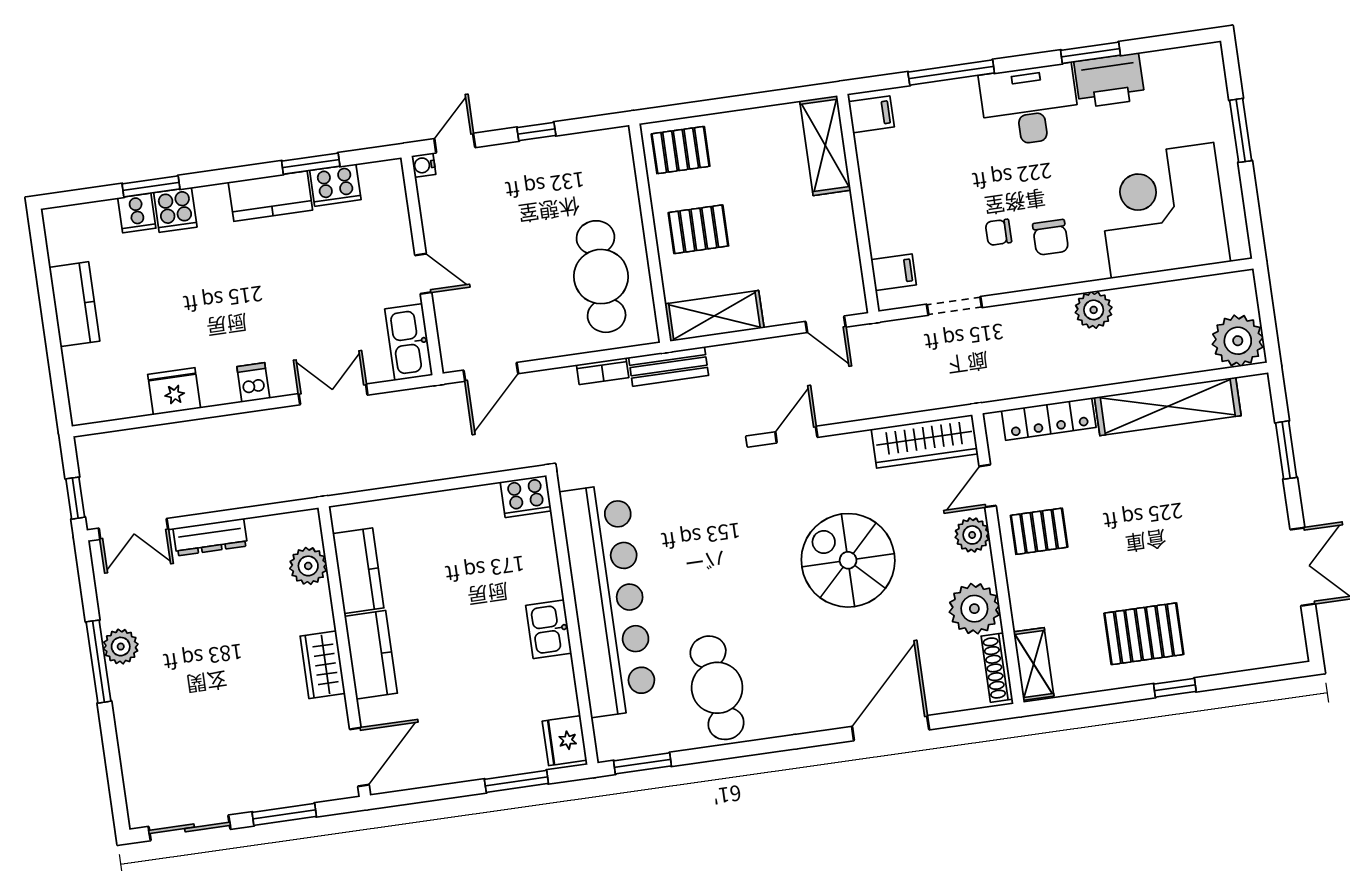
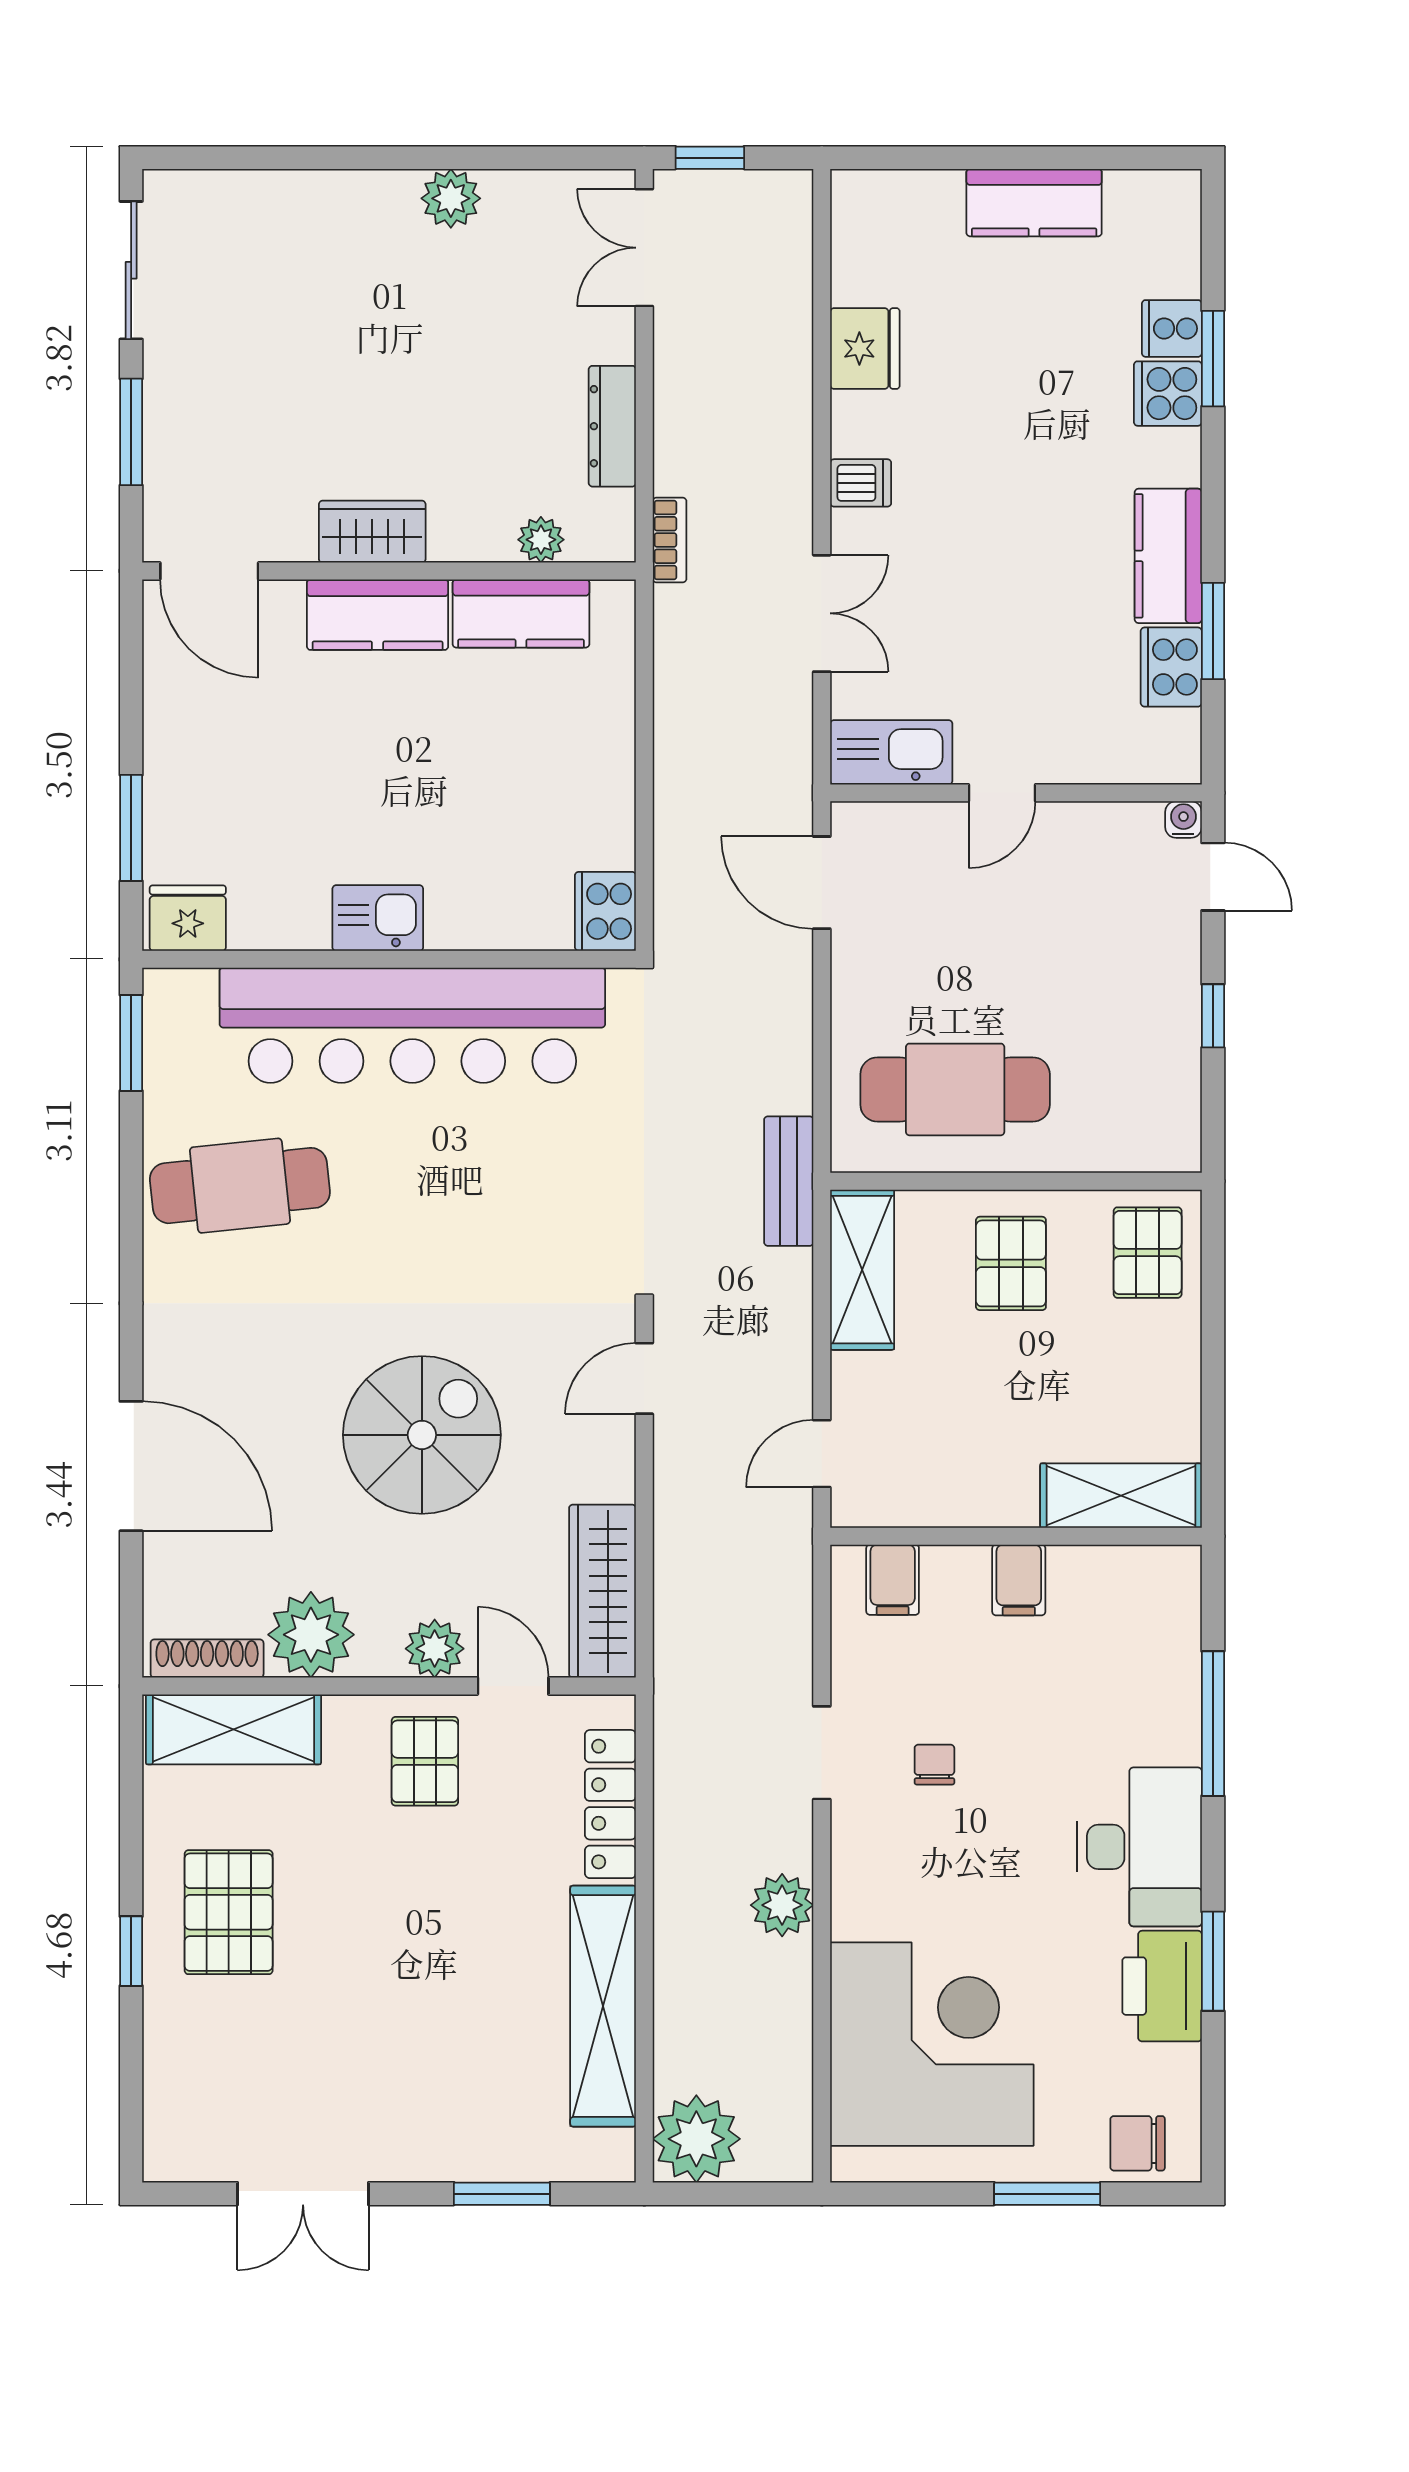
filing cabinet: (871, 114) -> (1019, 1580), moved
chair: (1050, 237) -> (1138, 2143), moved
doorway: (954, 306) -> (822, 1753), moved
bookcase: (603, 371) -> (670, 540), moved, turned 180
door: (796, 435) -> (644, 1378), swing flipped
dresser: (210, 537) -> (612, 426), moved
plant: (308, 566) -> (541, 540), width x0.73, depth x0.73
window: (99, 662) -> (431, 158), removed
shelving: (1034, 664) -> (233, 1729), width x1.50, depth x1.33

